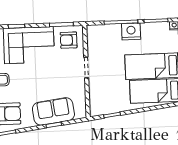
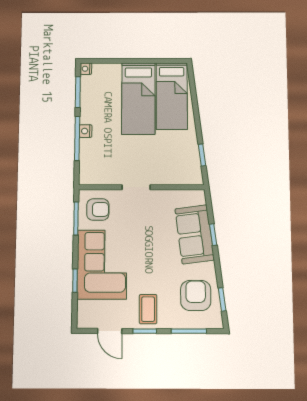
nightstand: (131, 31) -> (86, 131), width x0.53, depth x0.56
armchair: (69, 40) -> (98, 210), turned -90

